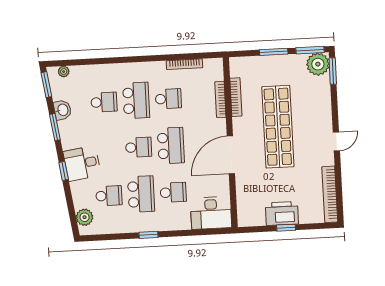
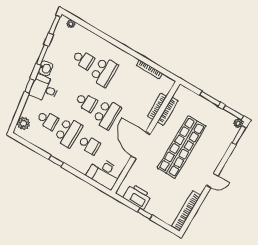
plant: (318, 64) -> (238, 123), width x0.53, depth x0.53
school desk: (168, 99) -> (125, 84), removed
washbasin: (62, 110) -> (46, 68), moved
door: (231, 155) -> (141, 145), hinge flipped
printer: (282, 213) -> (137, 196), moved

